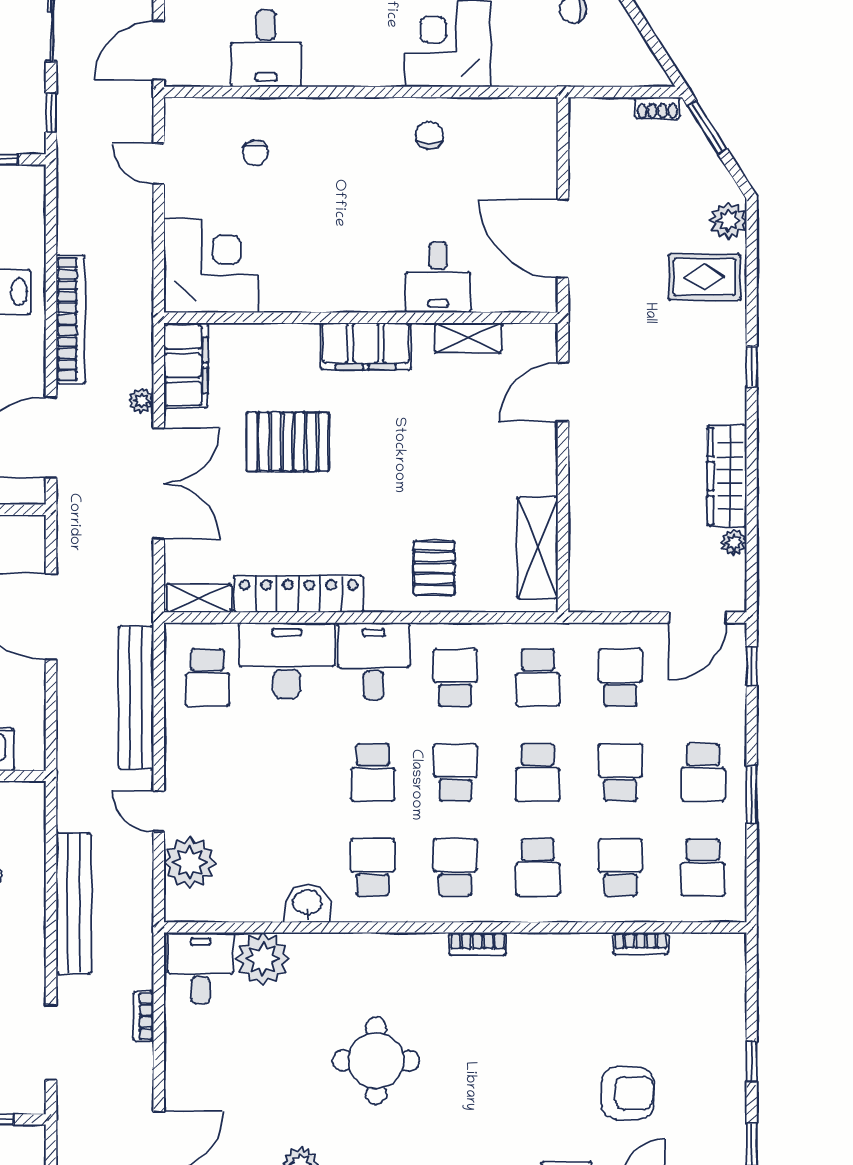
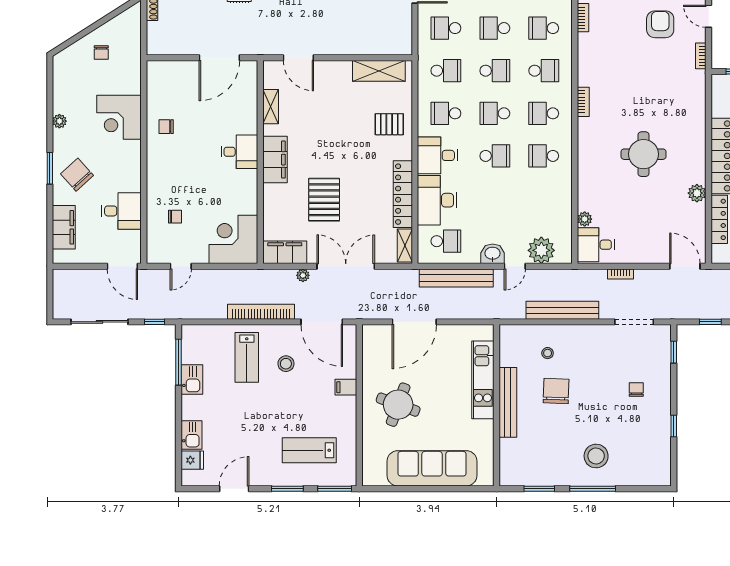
desk: (438, 277) -> (239, 152), moved
washbasin: (307, 903) -> (493, 254), moved, turned 90
plant: (263, 959) -> (585, 219), width x0.53, depth x0.53

